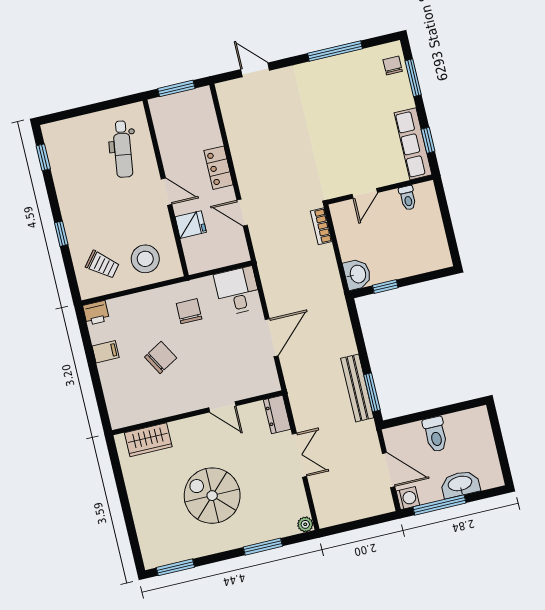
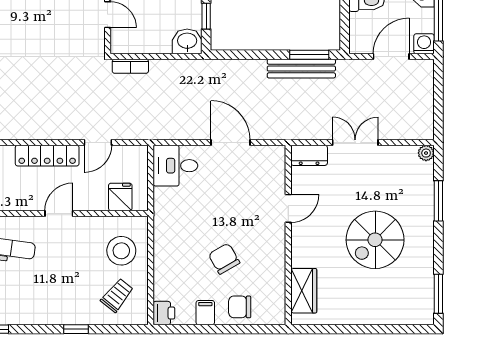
locker: (218, 168) -> (47, 156), width x1.53
fridge: (191, 225) -> (120, 197), moved
chair: (189, 311) -> (240, 307), moved

